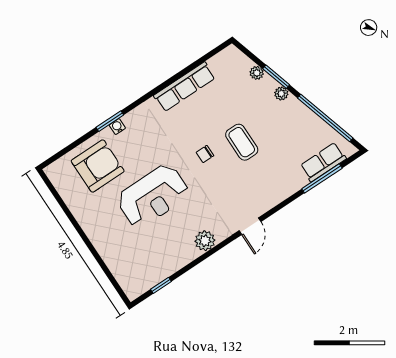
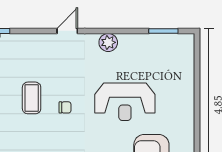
reception desk: (153, 196) -> (125, 102), turned 180
window: (161, 285) -> (163, 31), width x1.50

